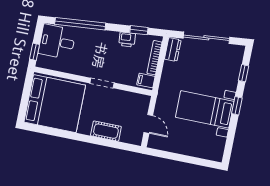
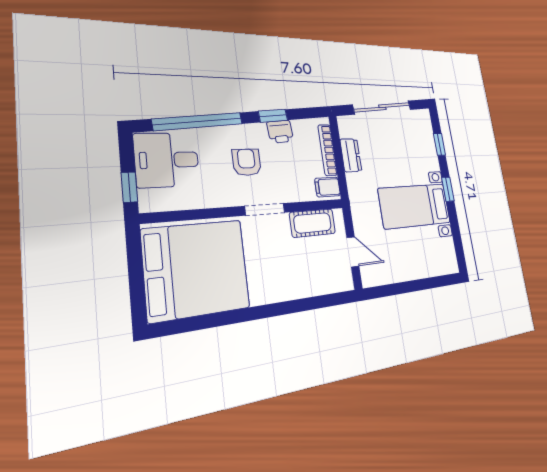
window: (139, 30) -> (273, 116), moved
dresser: (173, 50) -> (351, 155), moved
armchair: (100, 53) -> (247, 162), added
cot: (106, 131) -> (313, 223), moved

